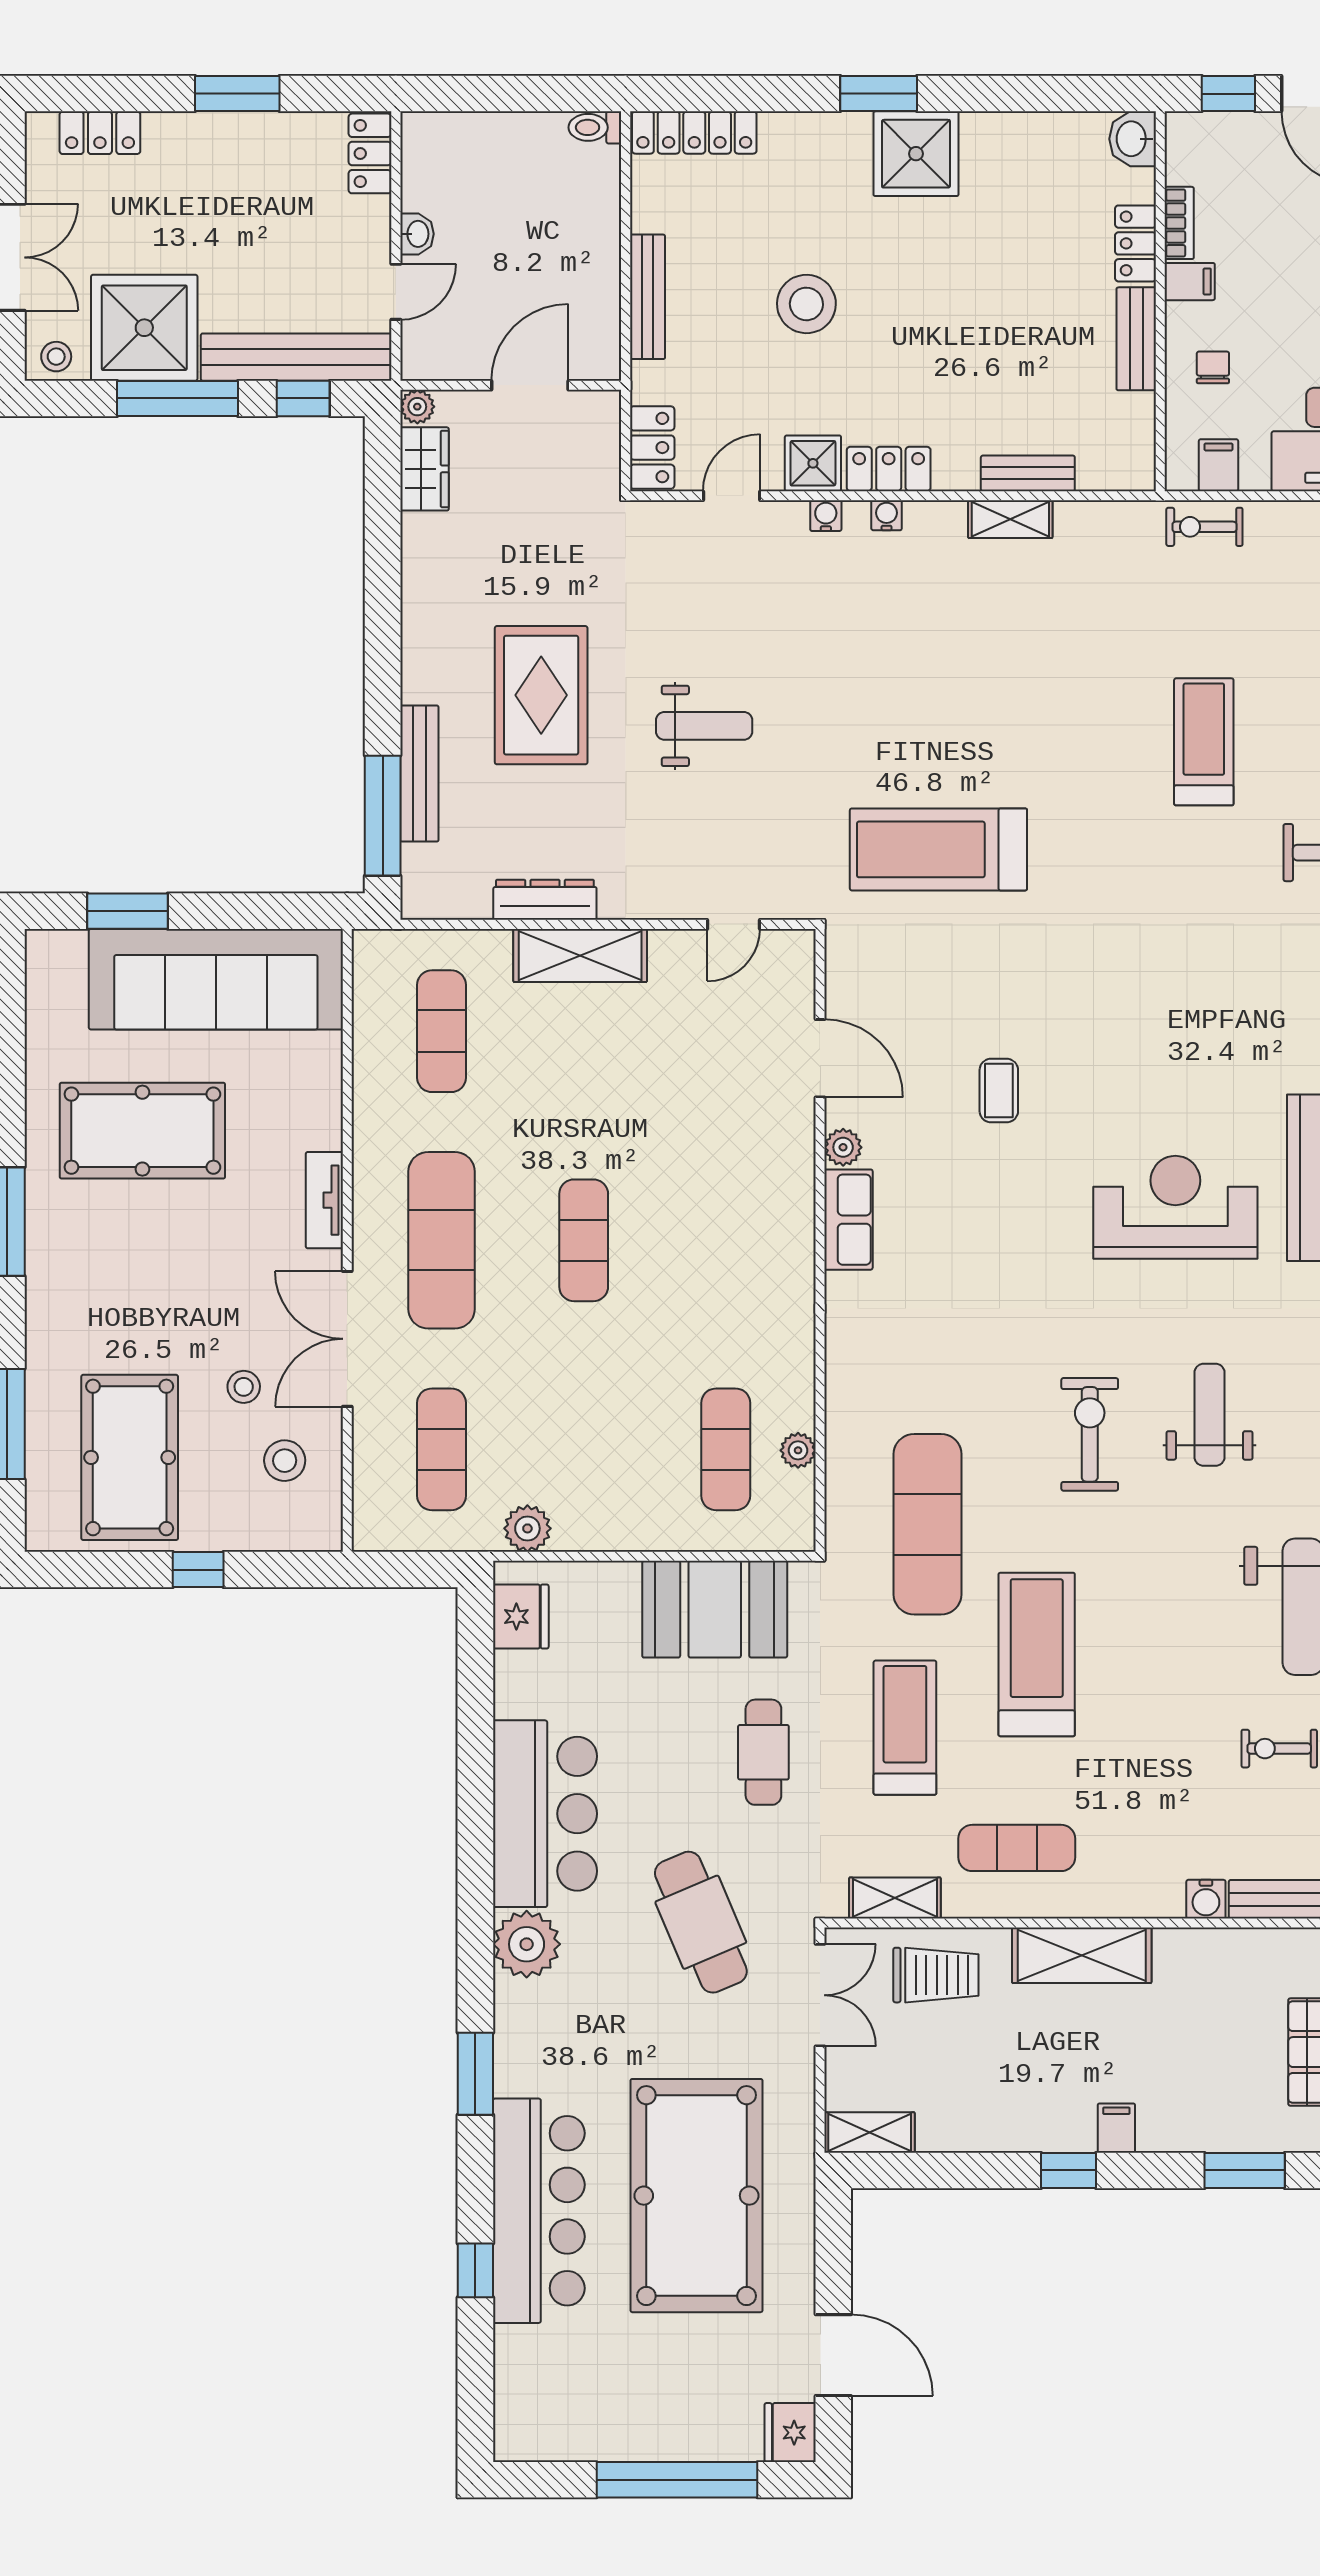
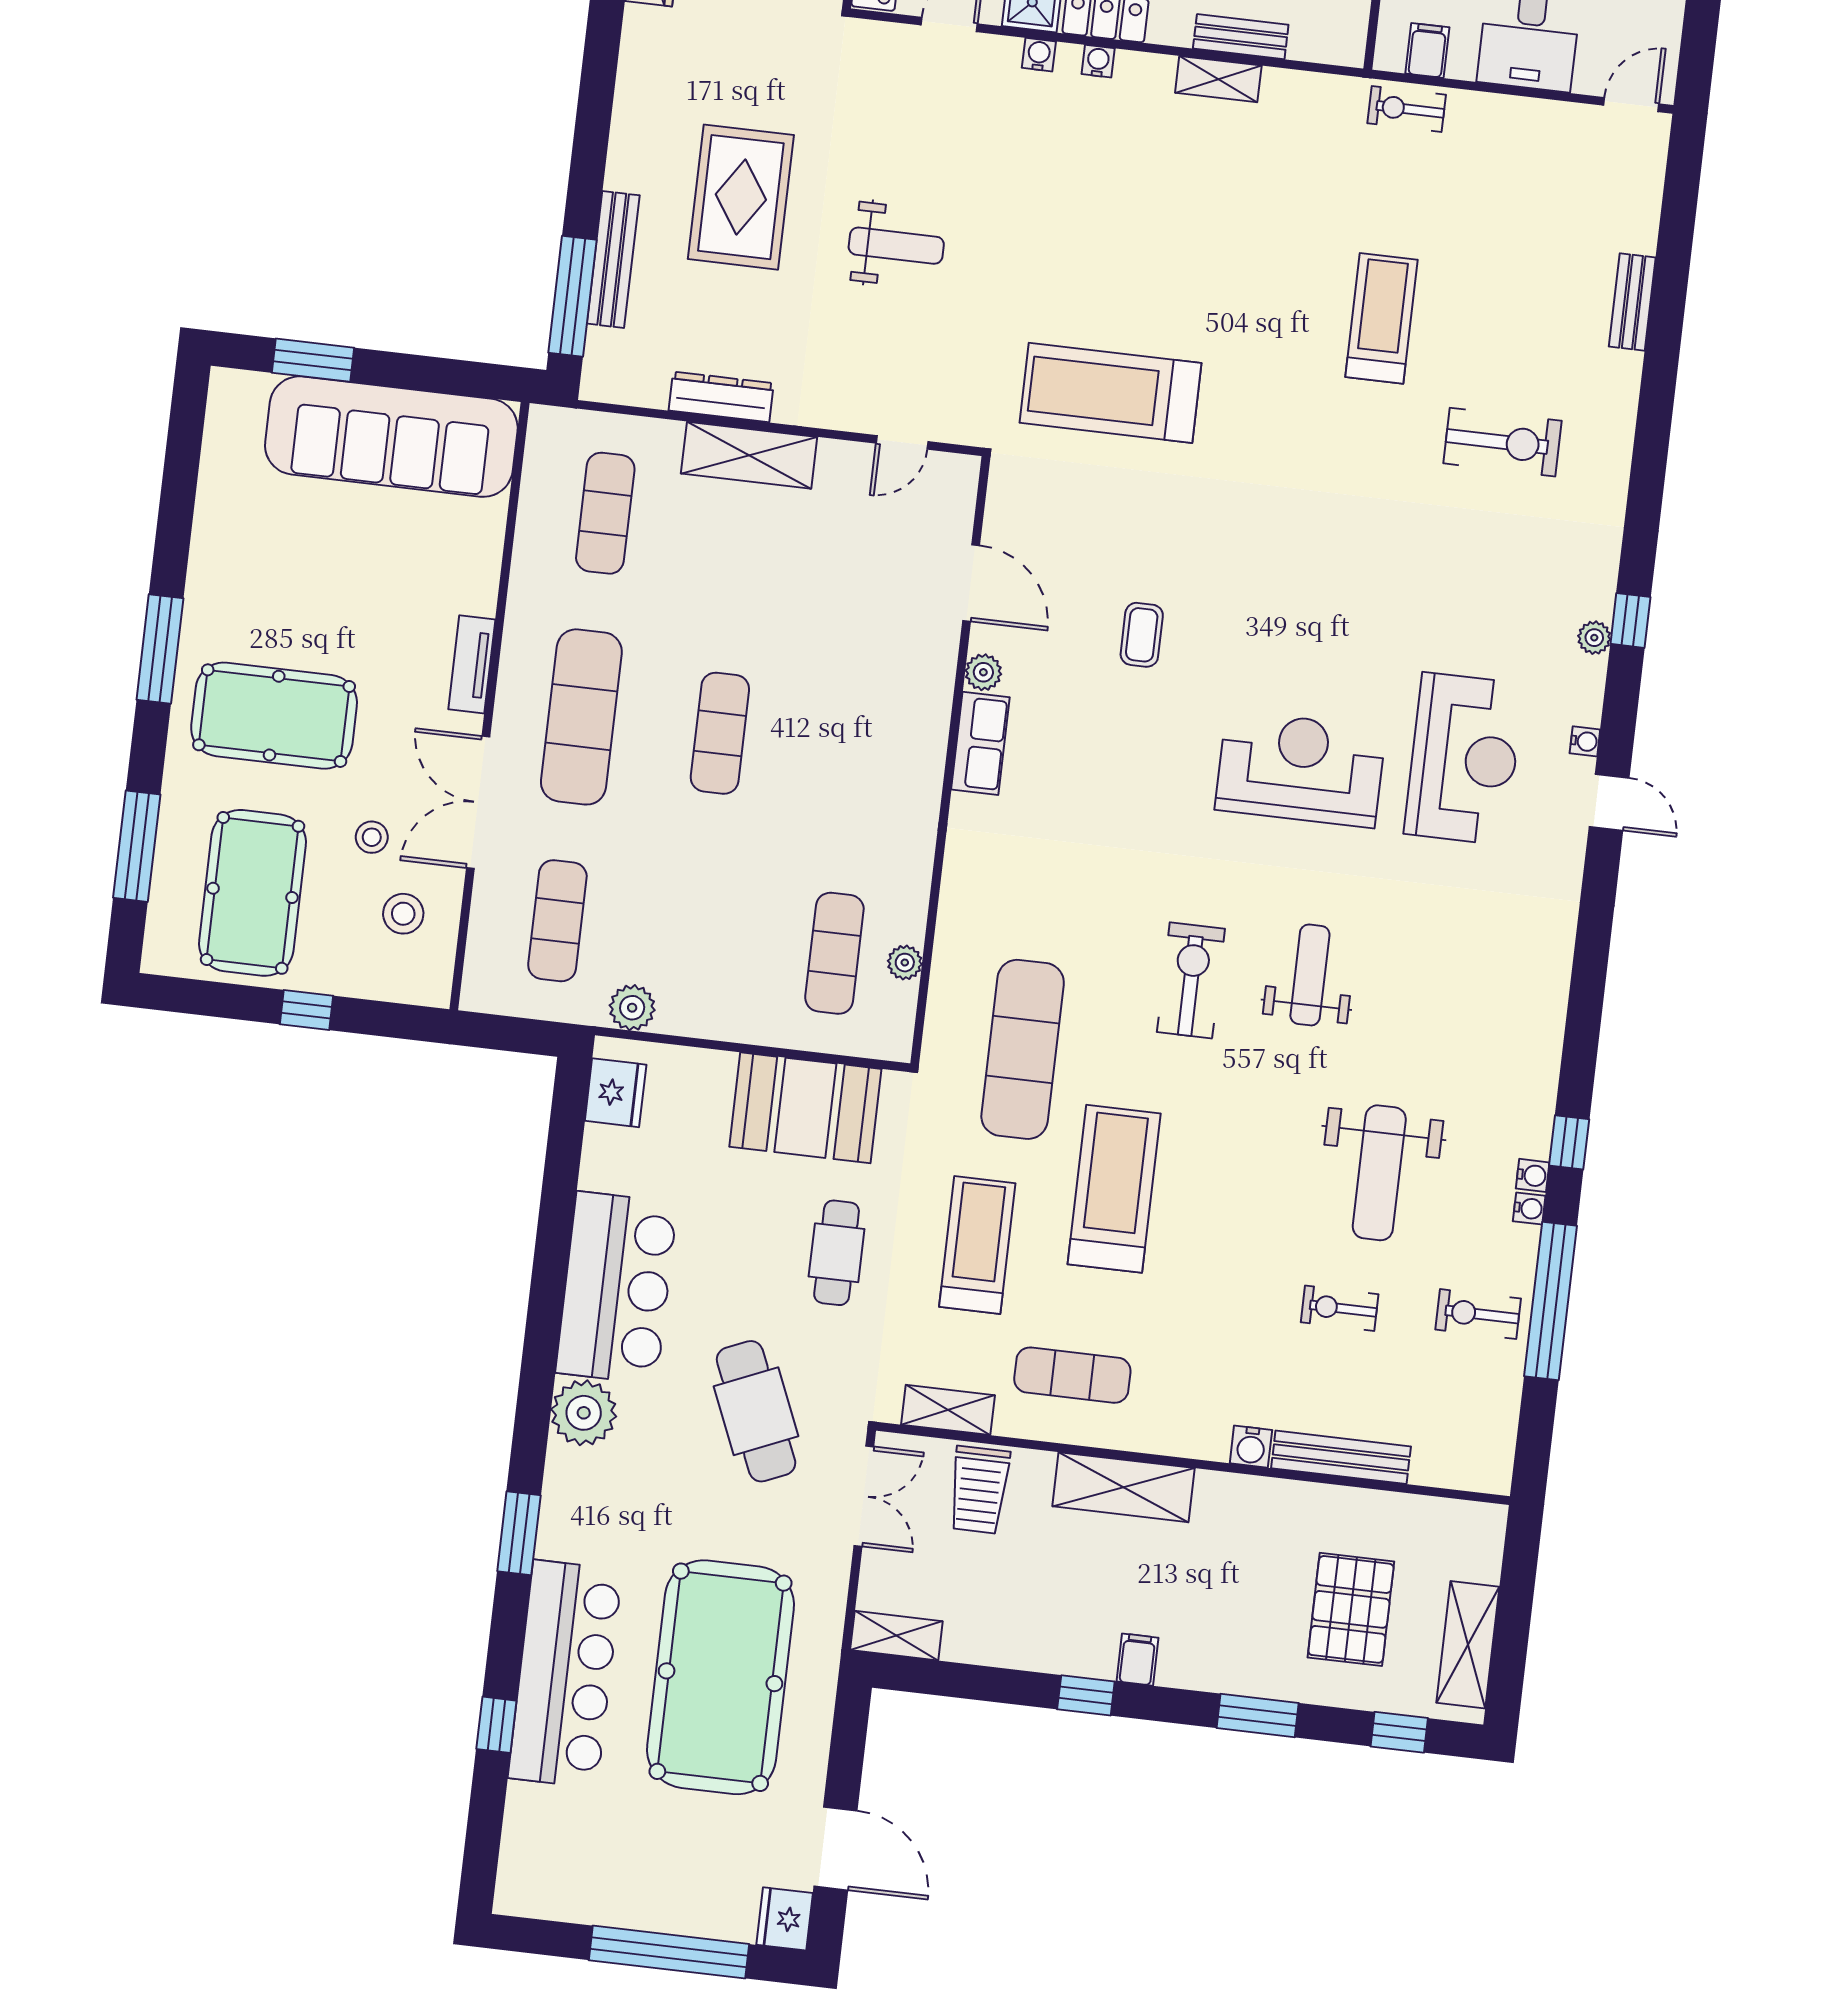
pool table: (142, 1131) -> (274, 716), moved
trolley: (936, 1975) -> (979, 1490), turned 90

